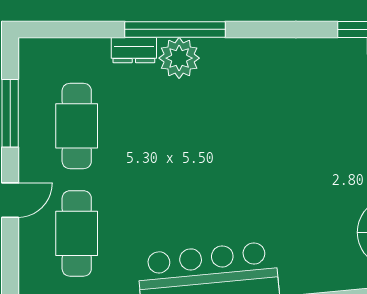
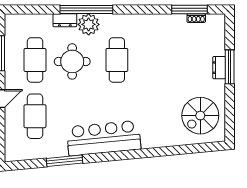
cafe table: (233, 126) -> (117, 60), added
round table: (148, 129) -> (72, 61), added

